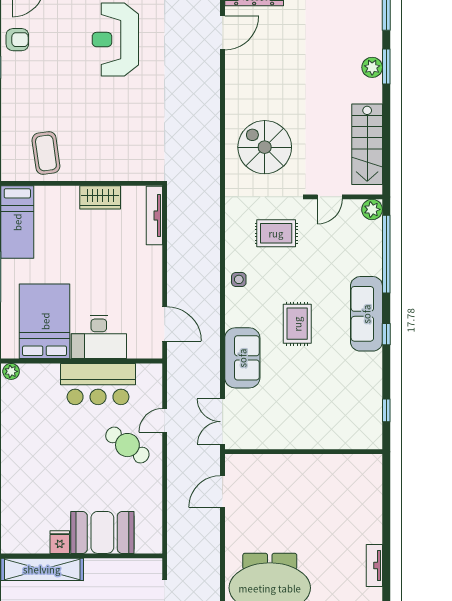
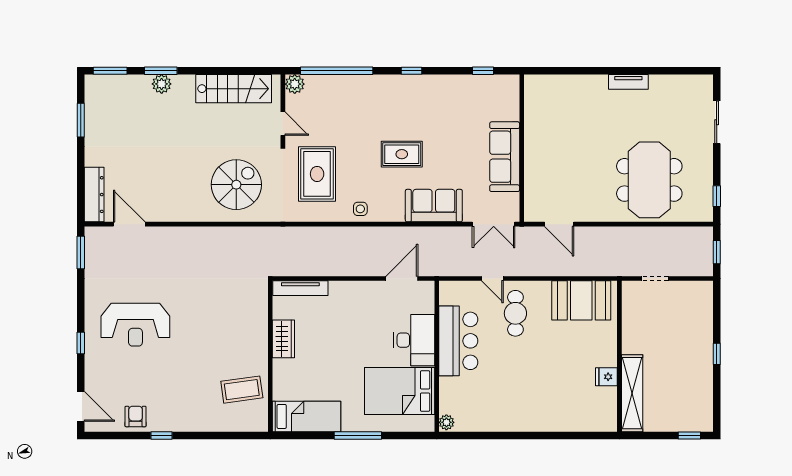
spiral stairs: (265, 147) -> (236, 185), turned 180
rug: (276, 233) -> (317, 174), width x1.36, depth x1.43
sofa: (366, 314) -> (505, 157), moved, turned 90
cafe table: (127, 445) -> (515, 313), turned -36
booth: (102, 532) -> (581, 300), moved, turned 90

